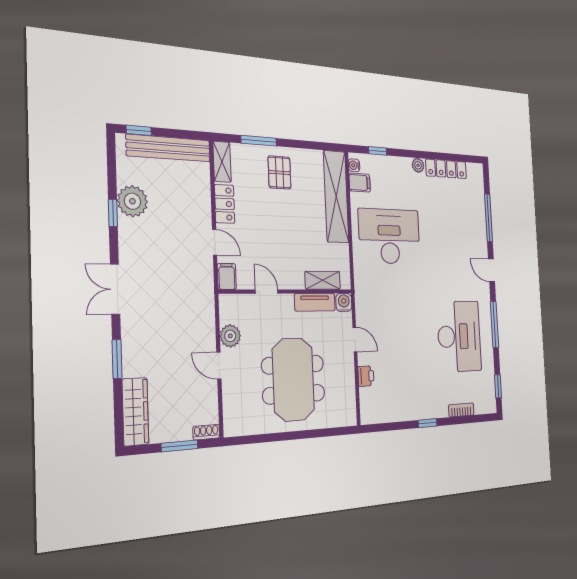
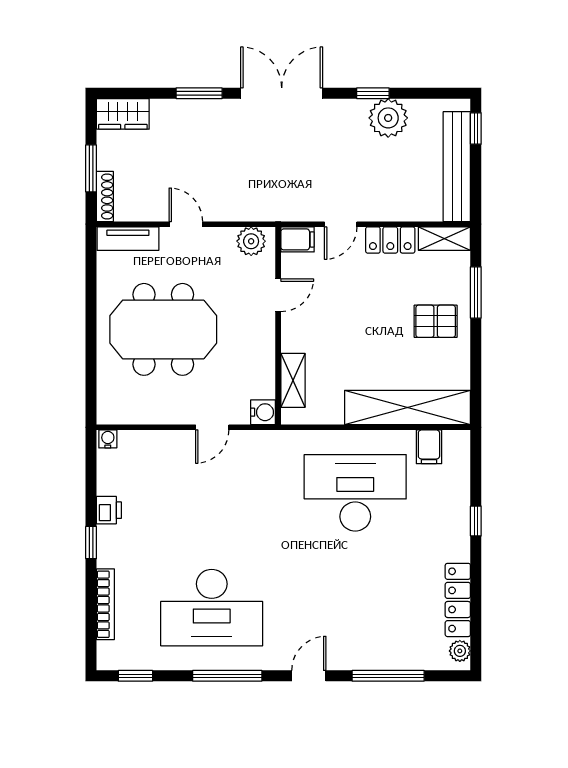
window: (378, 151) -> (476, 521), moved
water cooler: (354, 165) -> (108, 439), moved
plant: (418, 165) -> (460, 651), moved
desk: (389, 236) -> (355, 493), turned -90
double door: (115, 289) -> (282, 93), width x1.37
tv unit: (315, 302) -> (128, 239), moved, turned -90
plant: (230, 336) -> (251, 241), moved
door: (219, 366) -> (186, 224), hinge flipped
printer: (366, 376) -> (109, 510), moved, turned -90
bookcase: (461, 410) -> (105, 604), width x1.56
wardrobe: (135, 412) -> (123, 114), width x0.67
shoe rack: (206, 432) -> (105, 196), width x1.43

